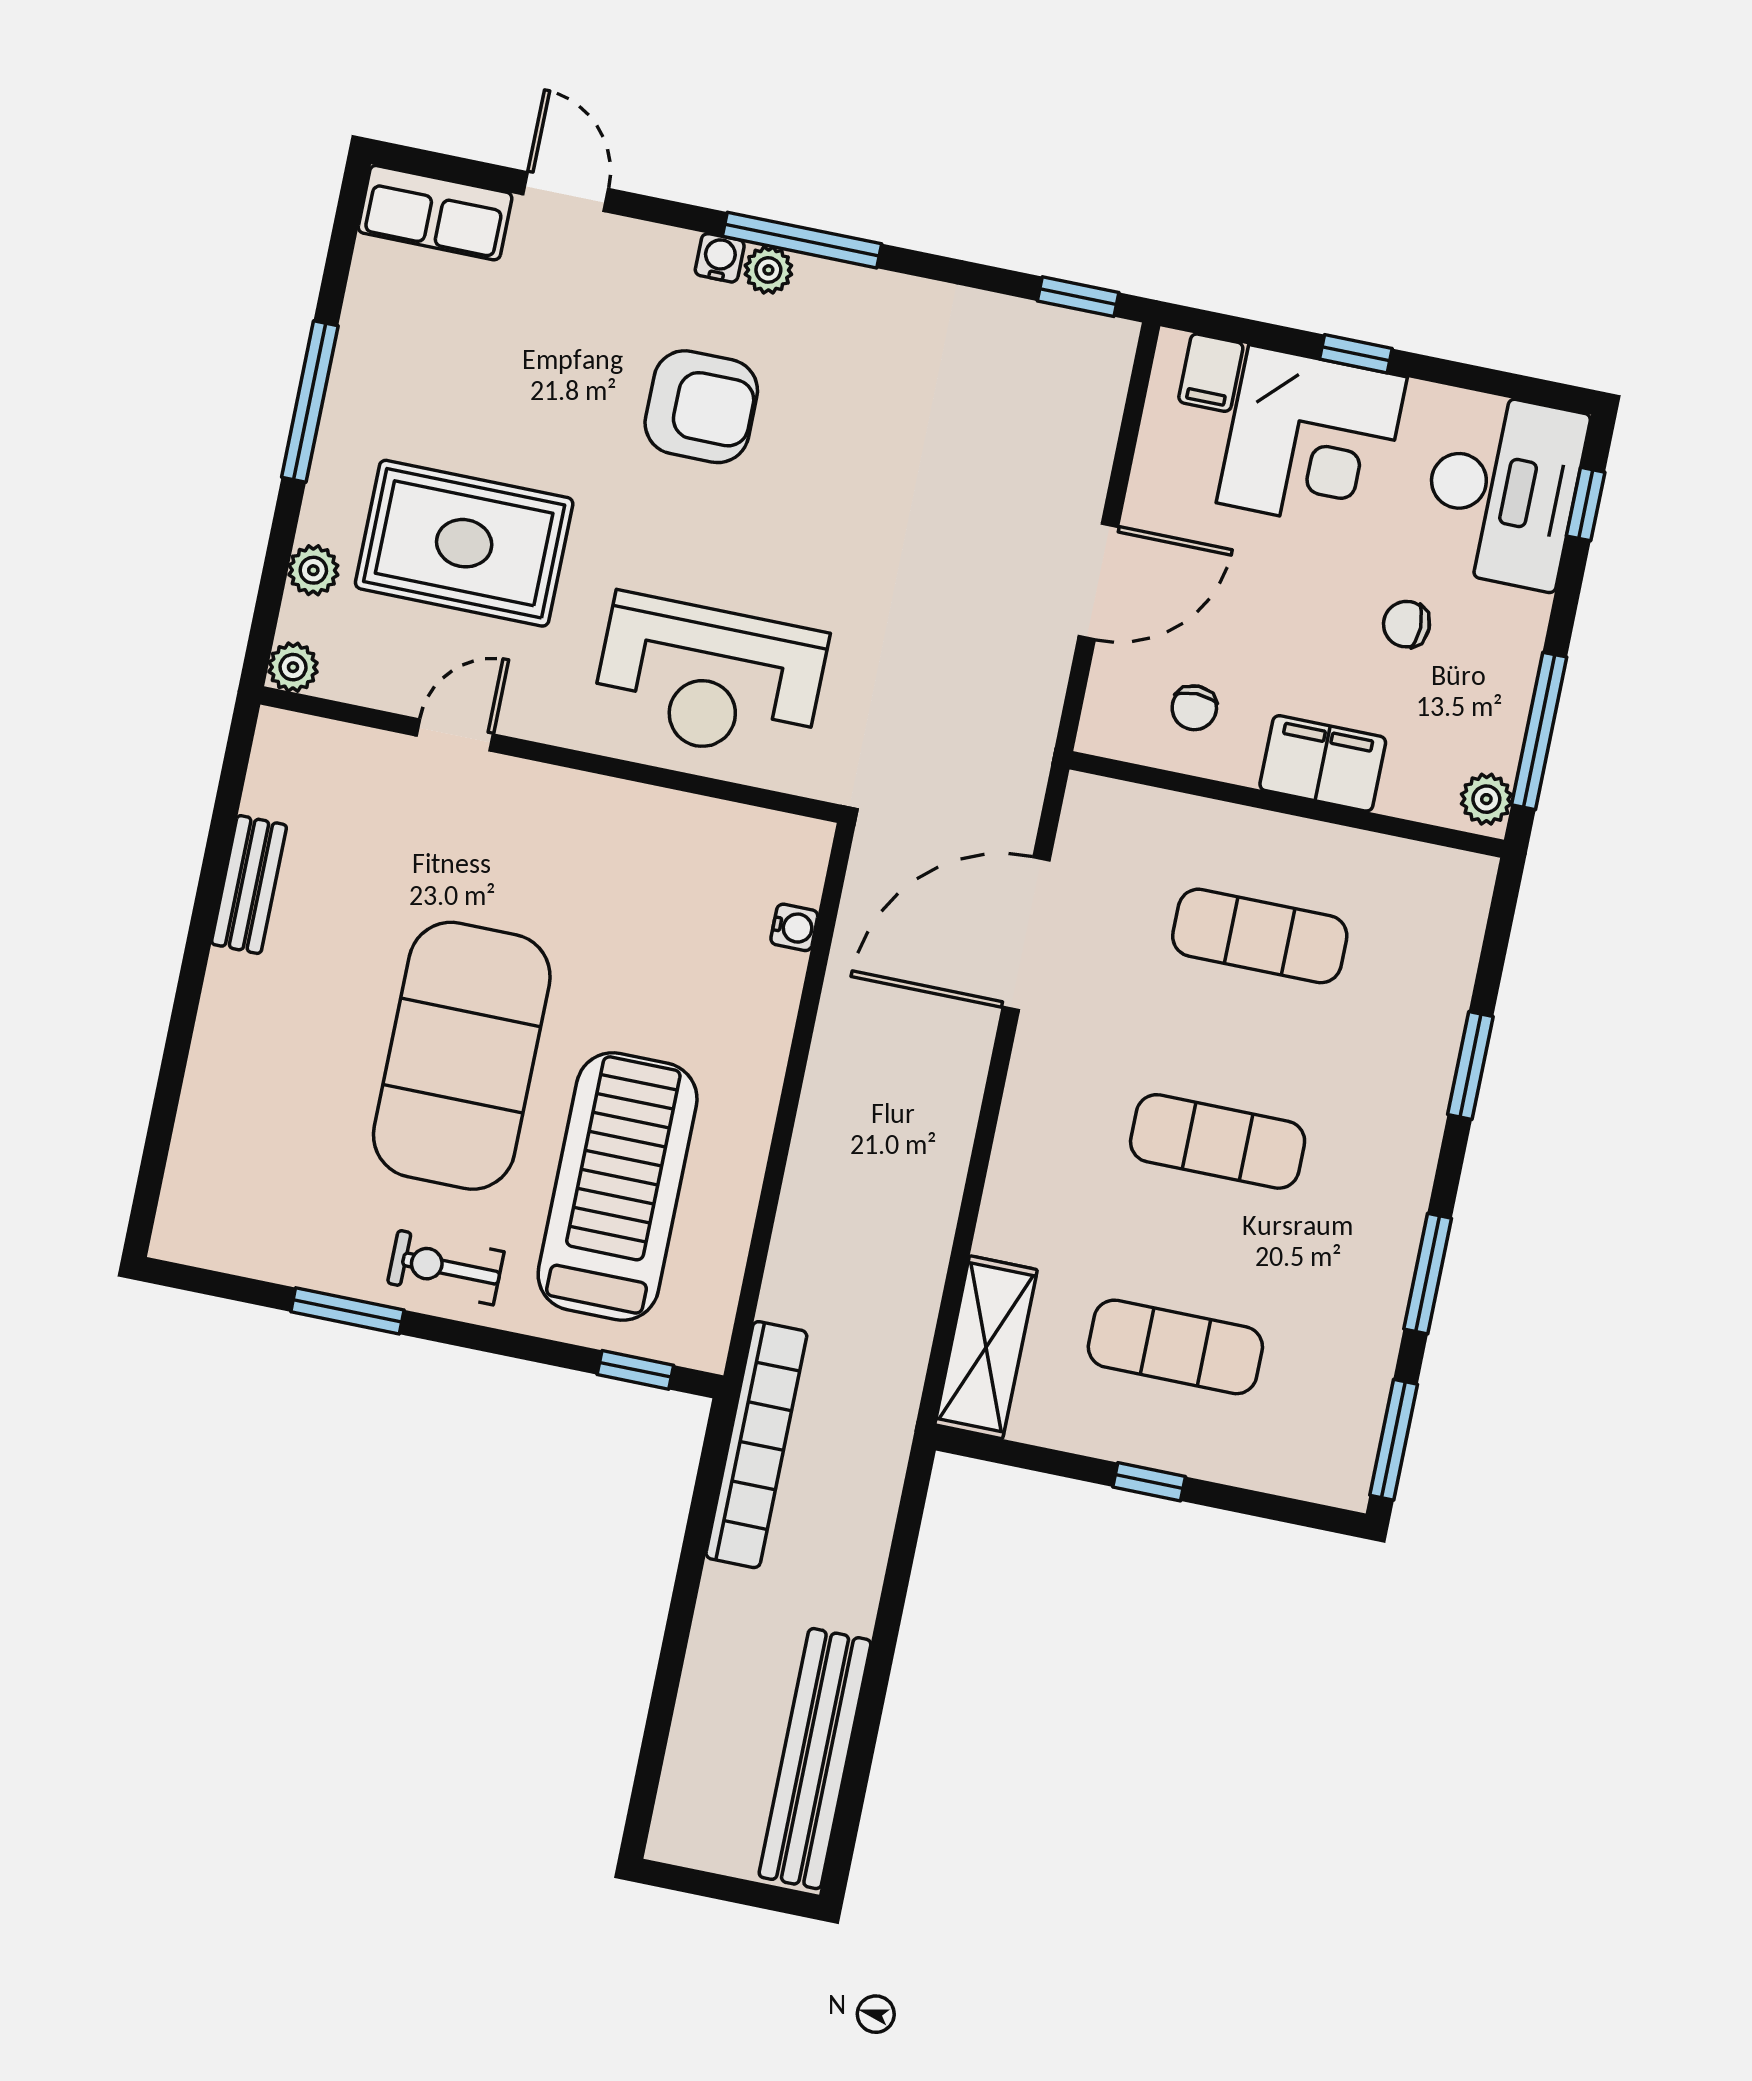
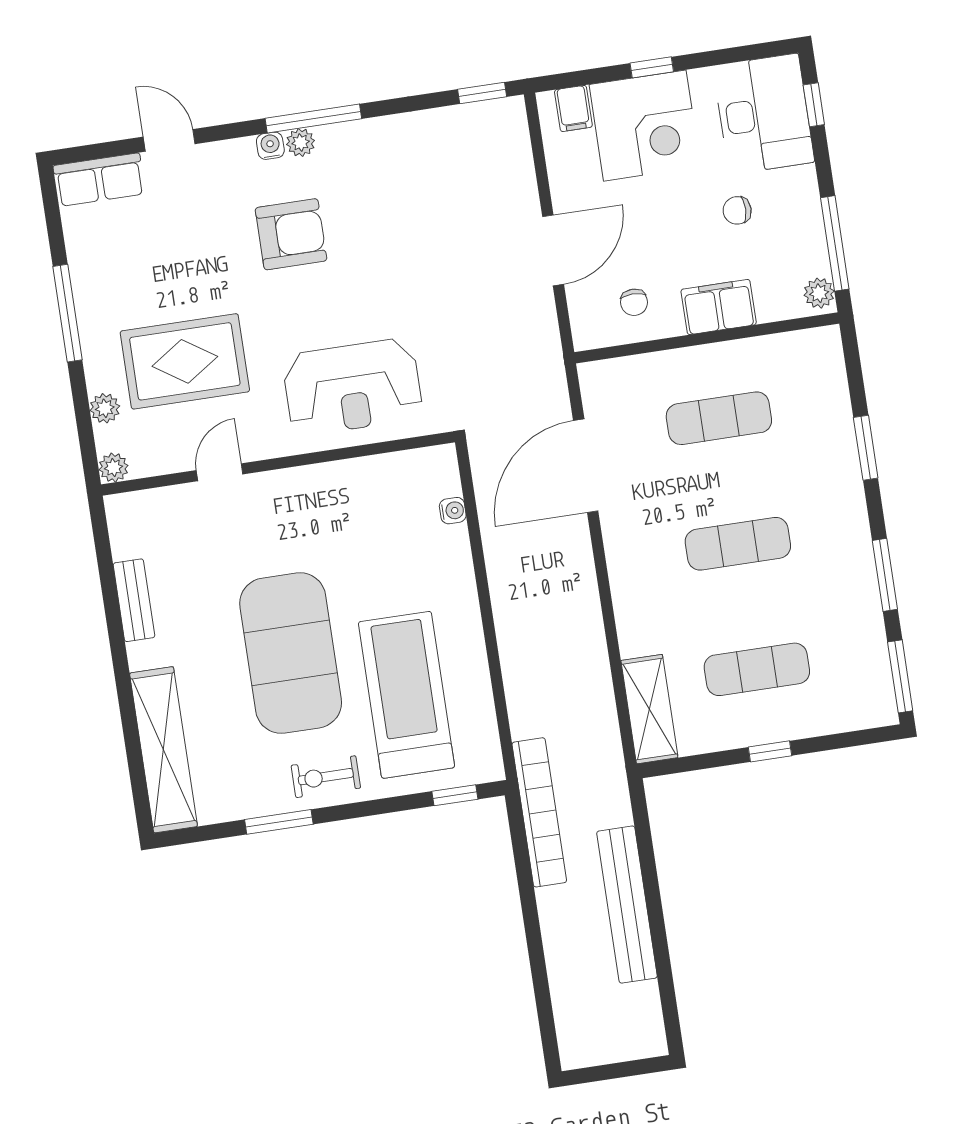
shelving: (209, 1133) -> (163, 750), added
bench: (815, 1759) -> (627, 905), moved

